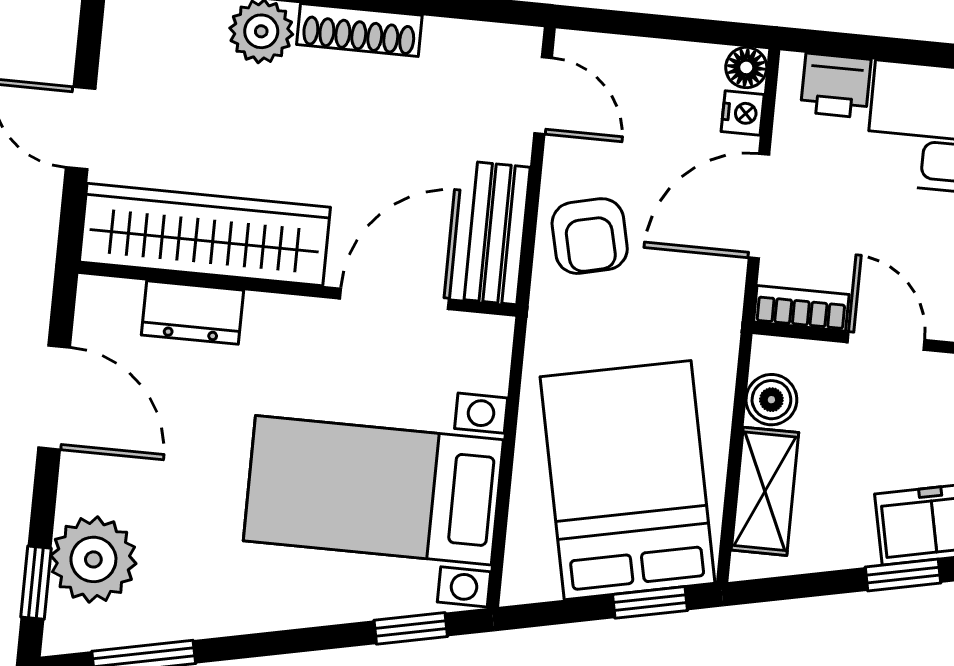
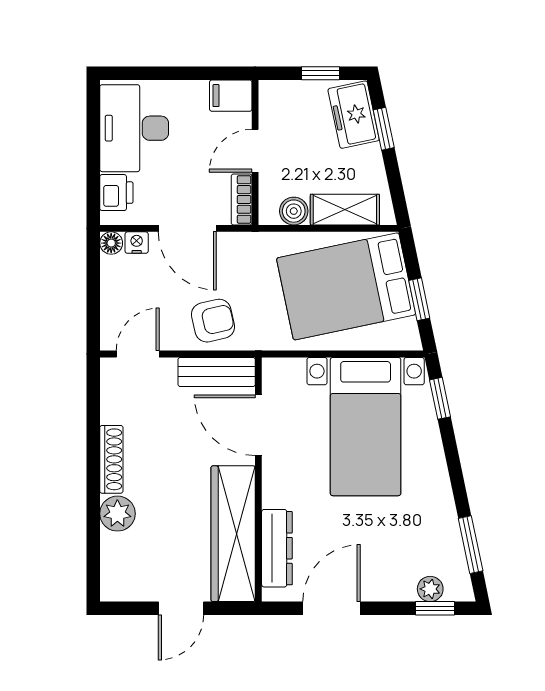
dresser: (192, 313) -> (277, 548), width x1.44
plant: (93, 559) -> (430, 589), width x0.53, depth x0.53
window: (650, 602) -> (419, 299), moved

